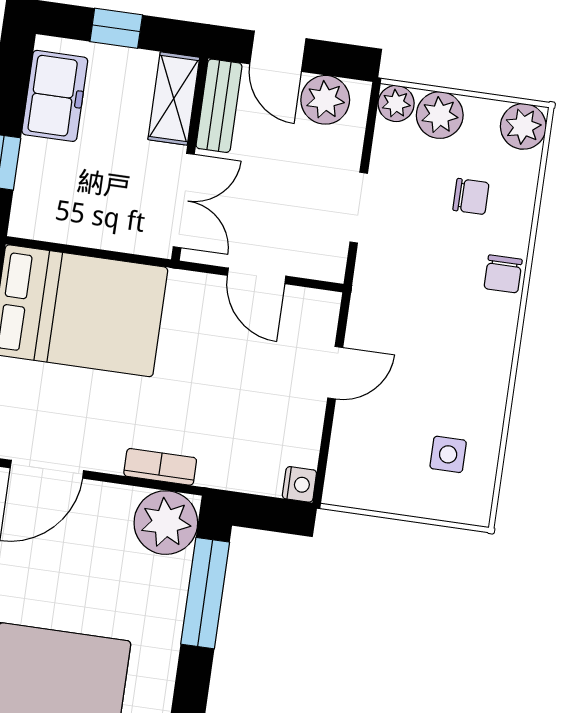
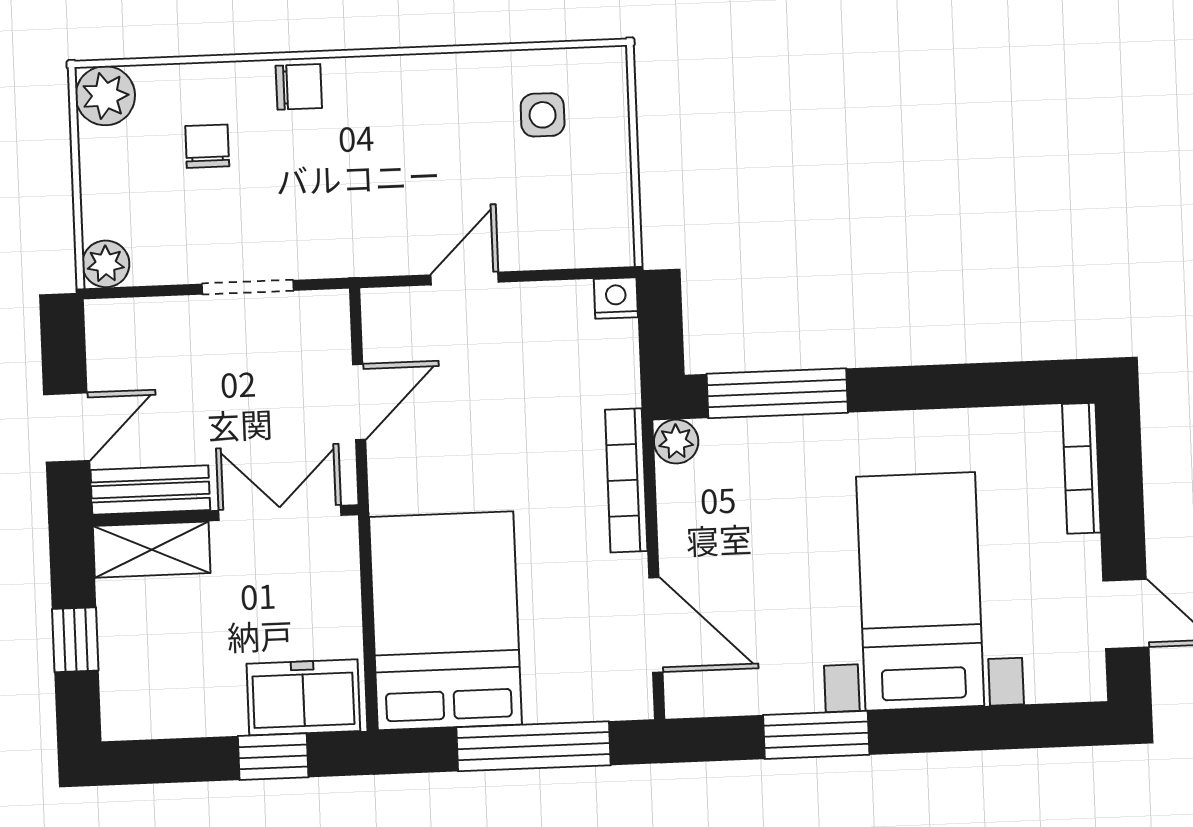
freezer: (55, 96) -> (303, 697), moved
plant: (325, 100) -> (118, 355), removed
plant: (440, 115) -> (110, 205), removed
door: (335, 373) -> (465, 278), hinge flipped
bookcase: (160, 467) -> (626, 480), width x1.56
plant: (166, 523) -> (676, 442), width x0.53, depth x0.53

